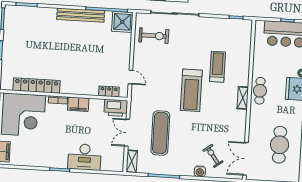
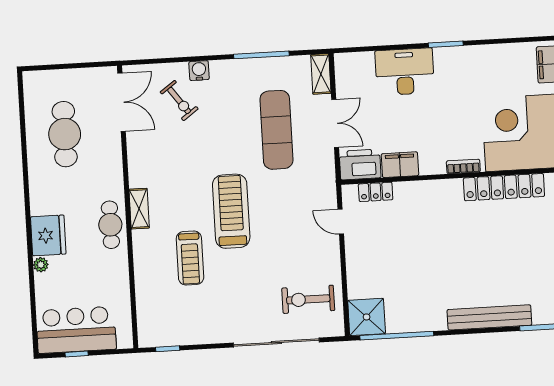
bench: (81, 15) -> (489, 317), moved
filing cabinet: (78, 104) -> (400, 165), moved

